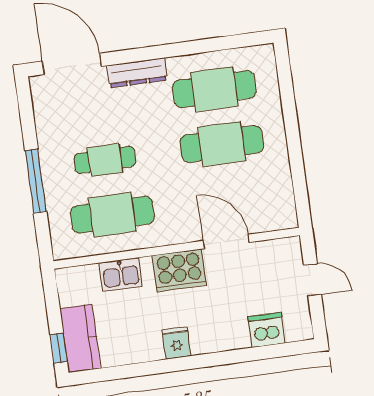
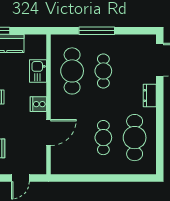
dresser: (137, 73) -> (150, 96), width x0.70
cafe table: (222, 144) -> (103, 138), width x0.73, depth x0.74
cooker: (179, 270) -> (38, 104), width x0.53, depth x0.76

